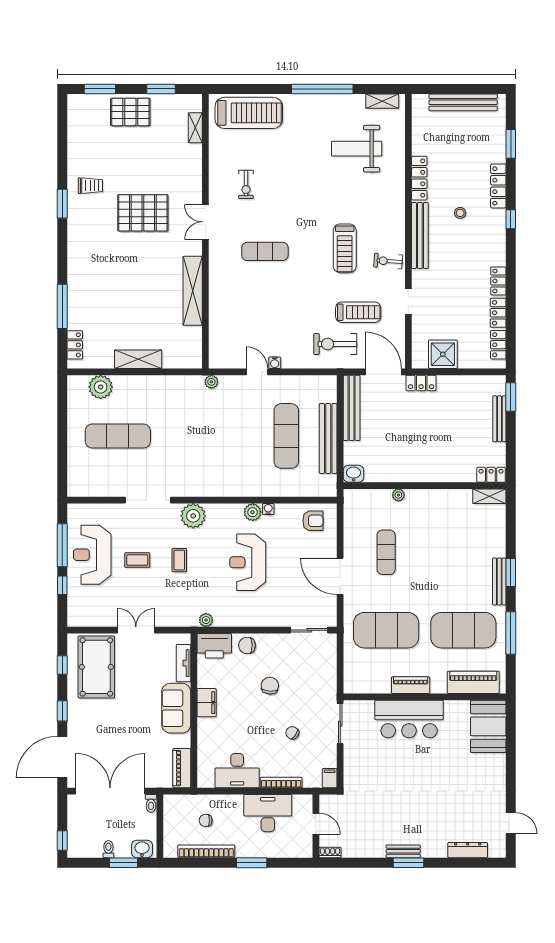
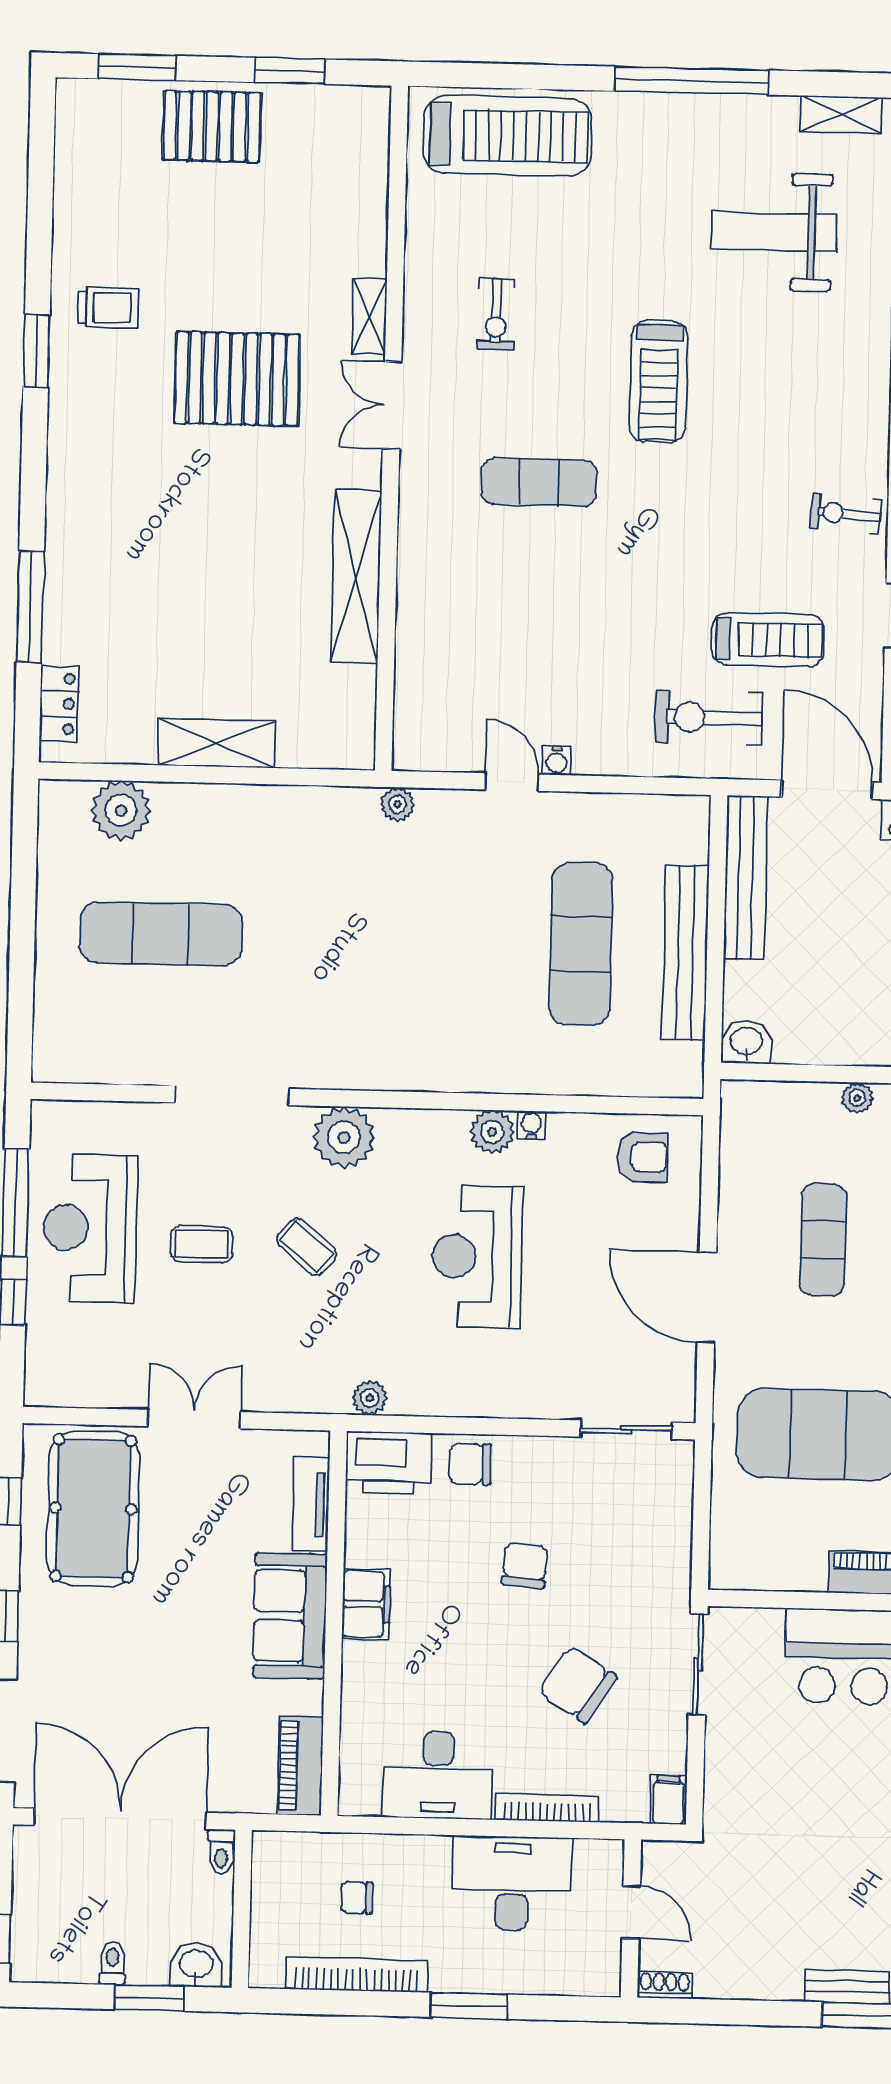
shelving: (195, 128) -> (369, 316), moved
treadmill: (345, 248) -> (659, 381), moved
coffee table: (179, 560) -> (307, 1247), turned -50
chair: (292, 733) -> (578, 1684), width x1.87, depth x1.87

